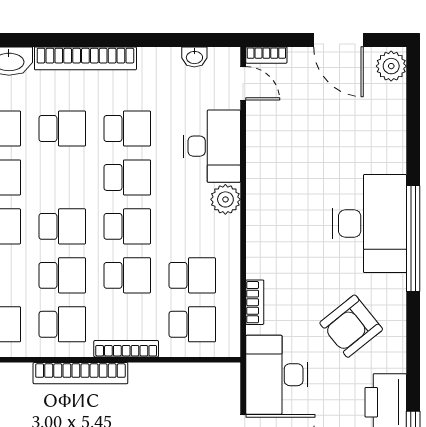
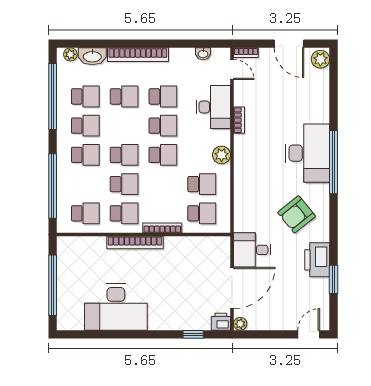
plant: (225, 199) -> (222, 155), moved
school desk: (127, 275) -> (163, 184), removed
bookcase: (255, 302) -> (239, 120), moved
desk: (277, 375) -> (252, 250), width x0.73

